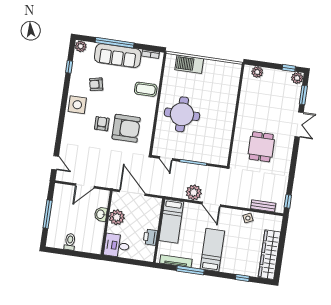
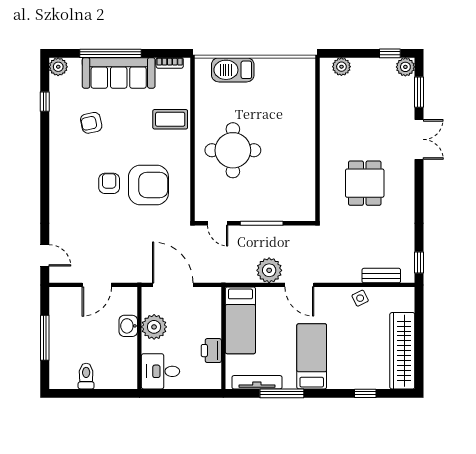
side table: (77, 105) -> (66, 159), removed

